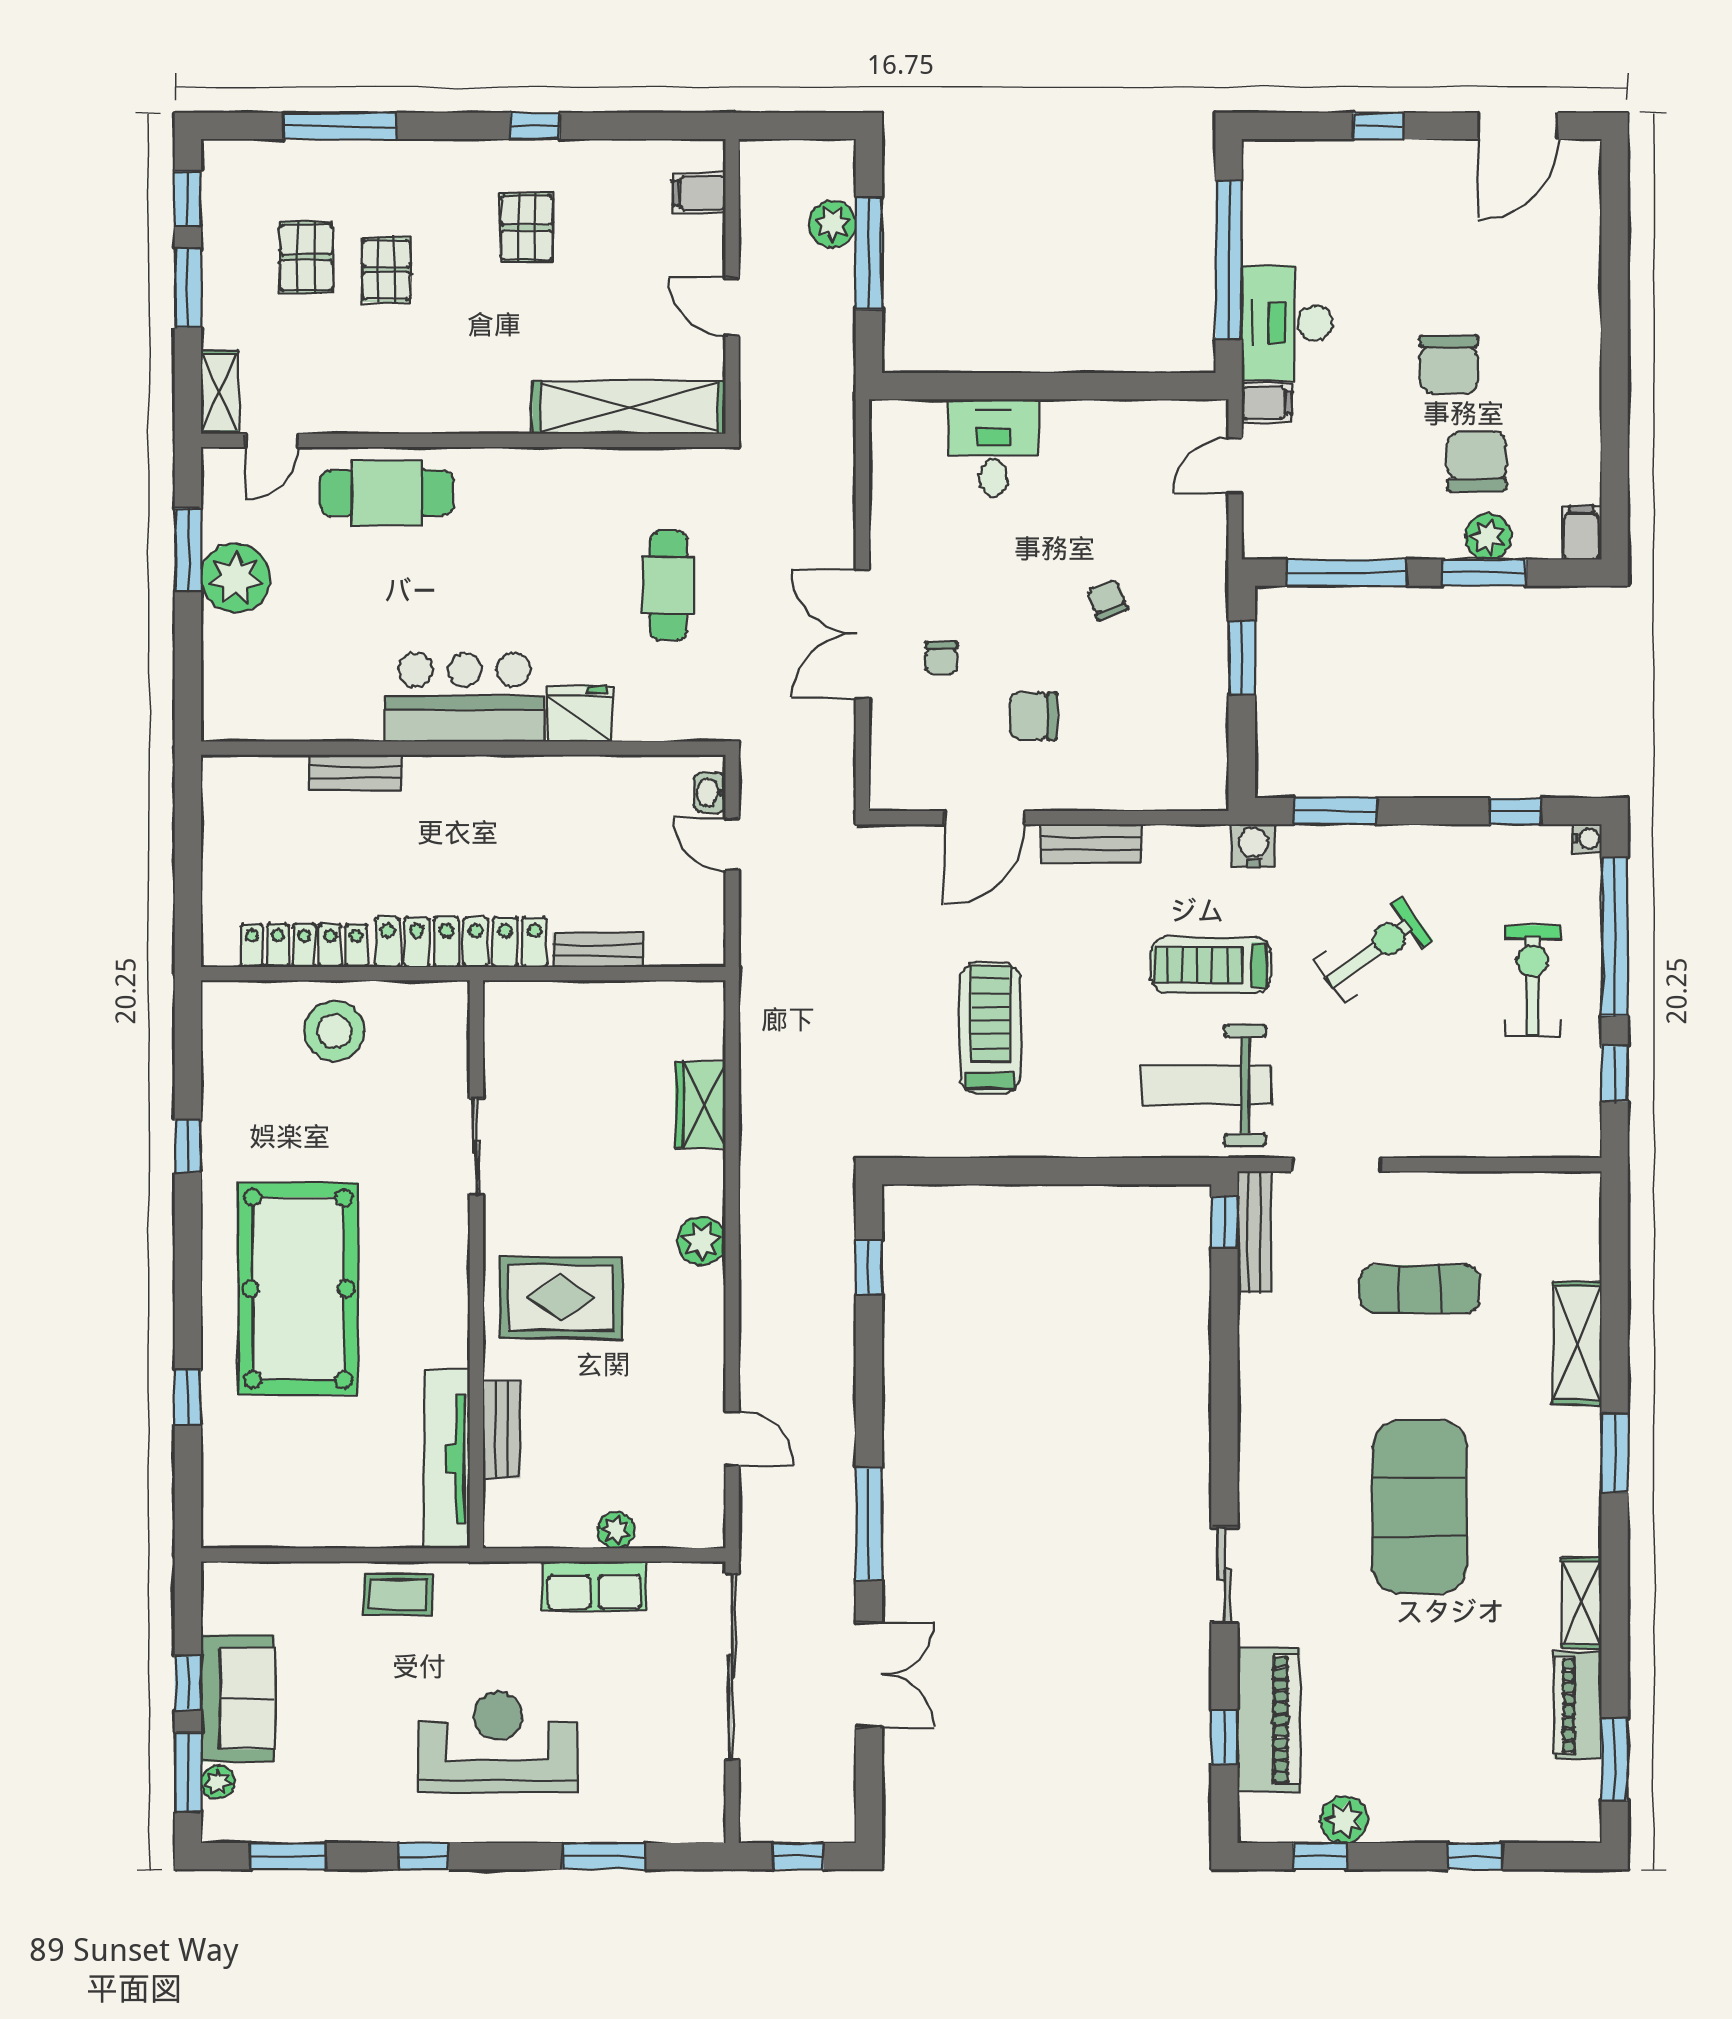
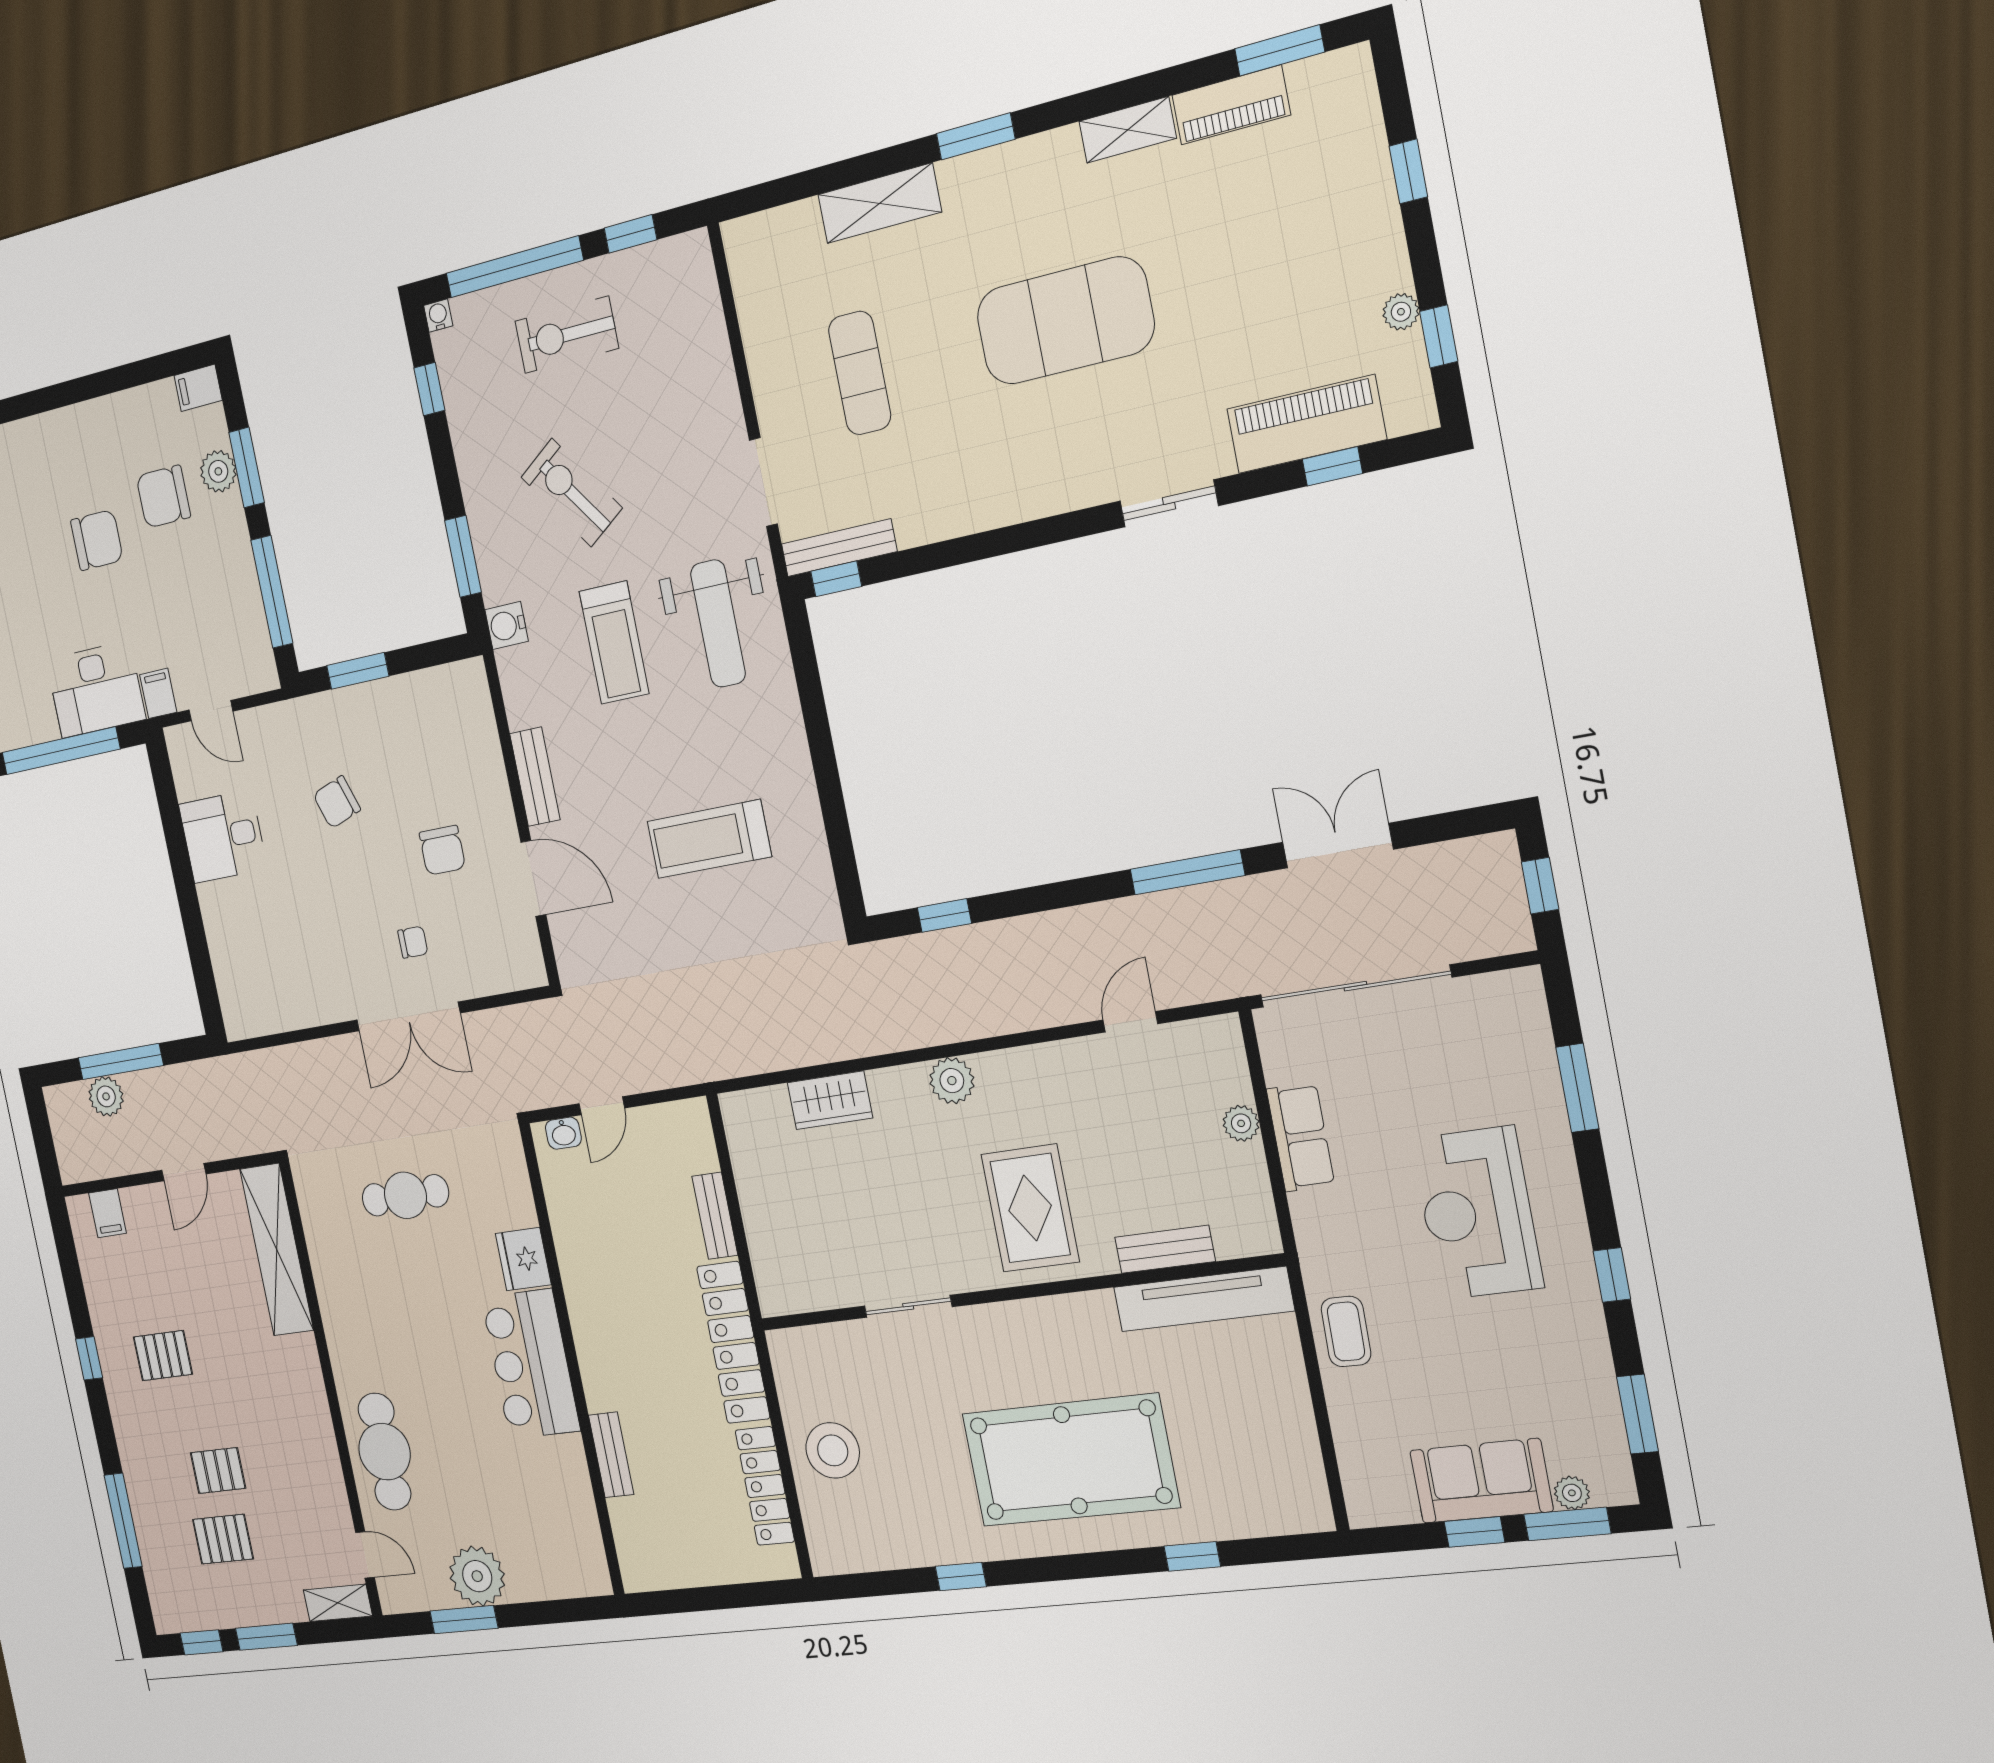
desk: (994, 448) -> (223, 836), moved
chair: (1107, 600) -> (337, 802), width x1.37, depth x1.37
plant: (1344, 1820) -> (1401, 312), width x0.73, depth x0.73

